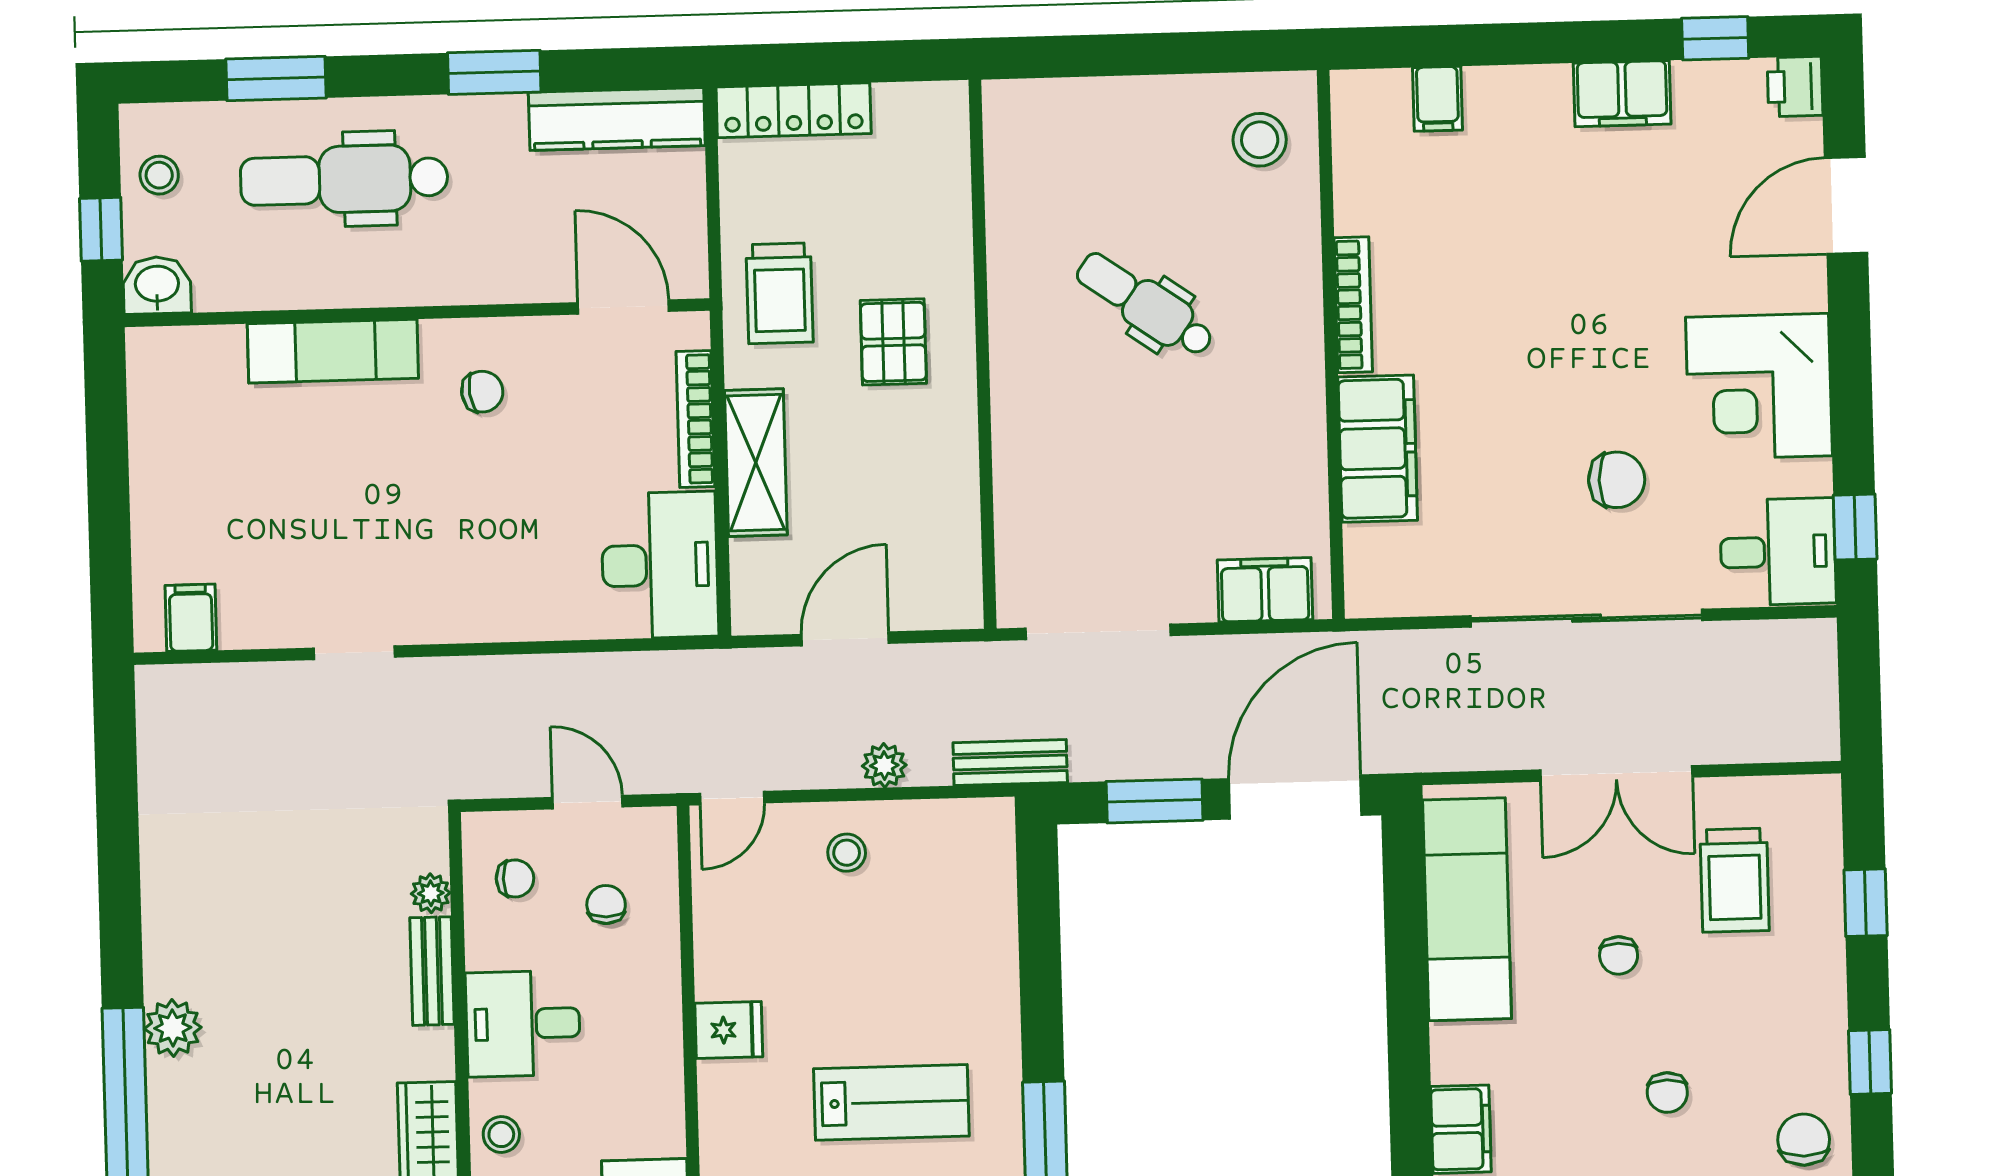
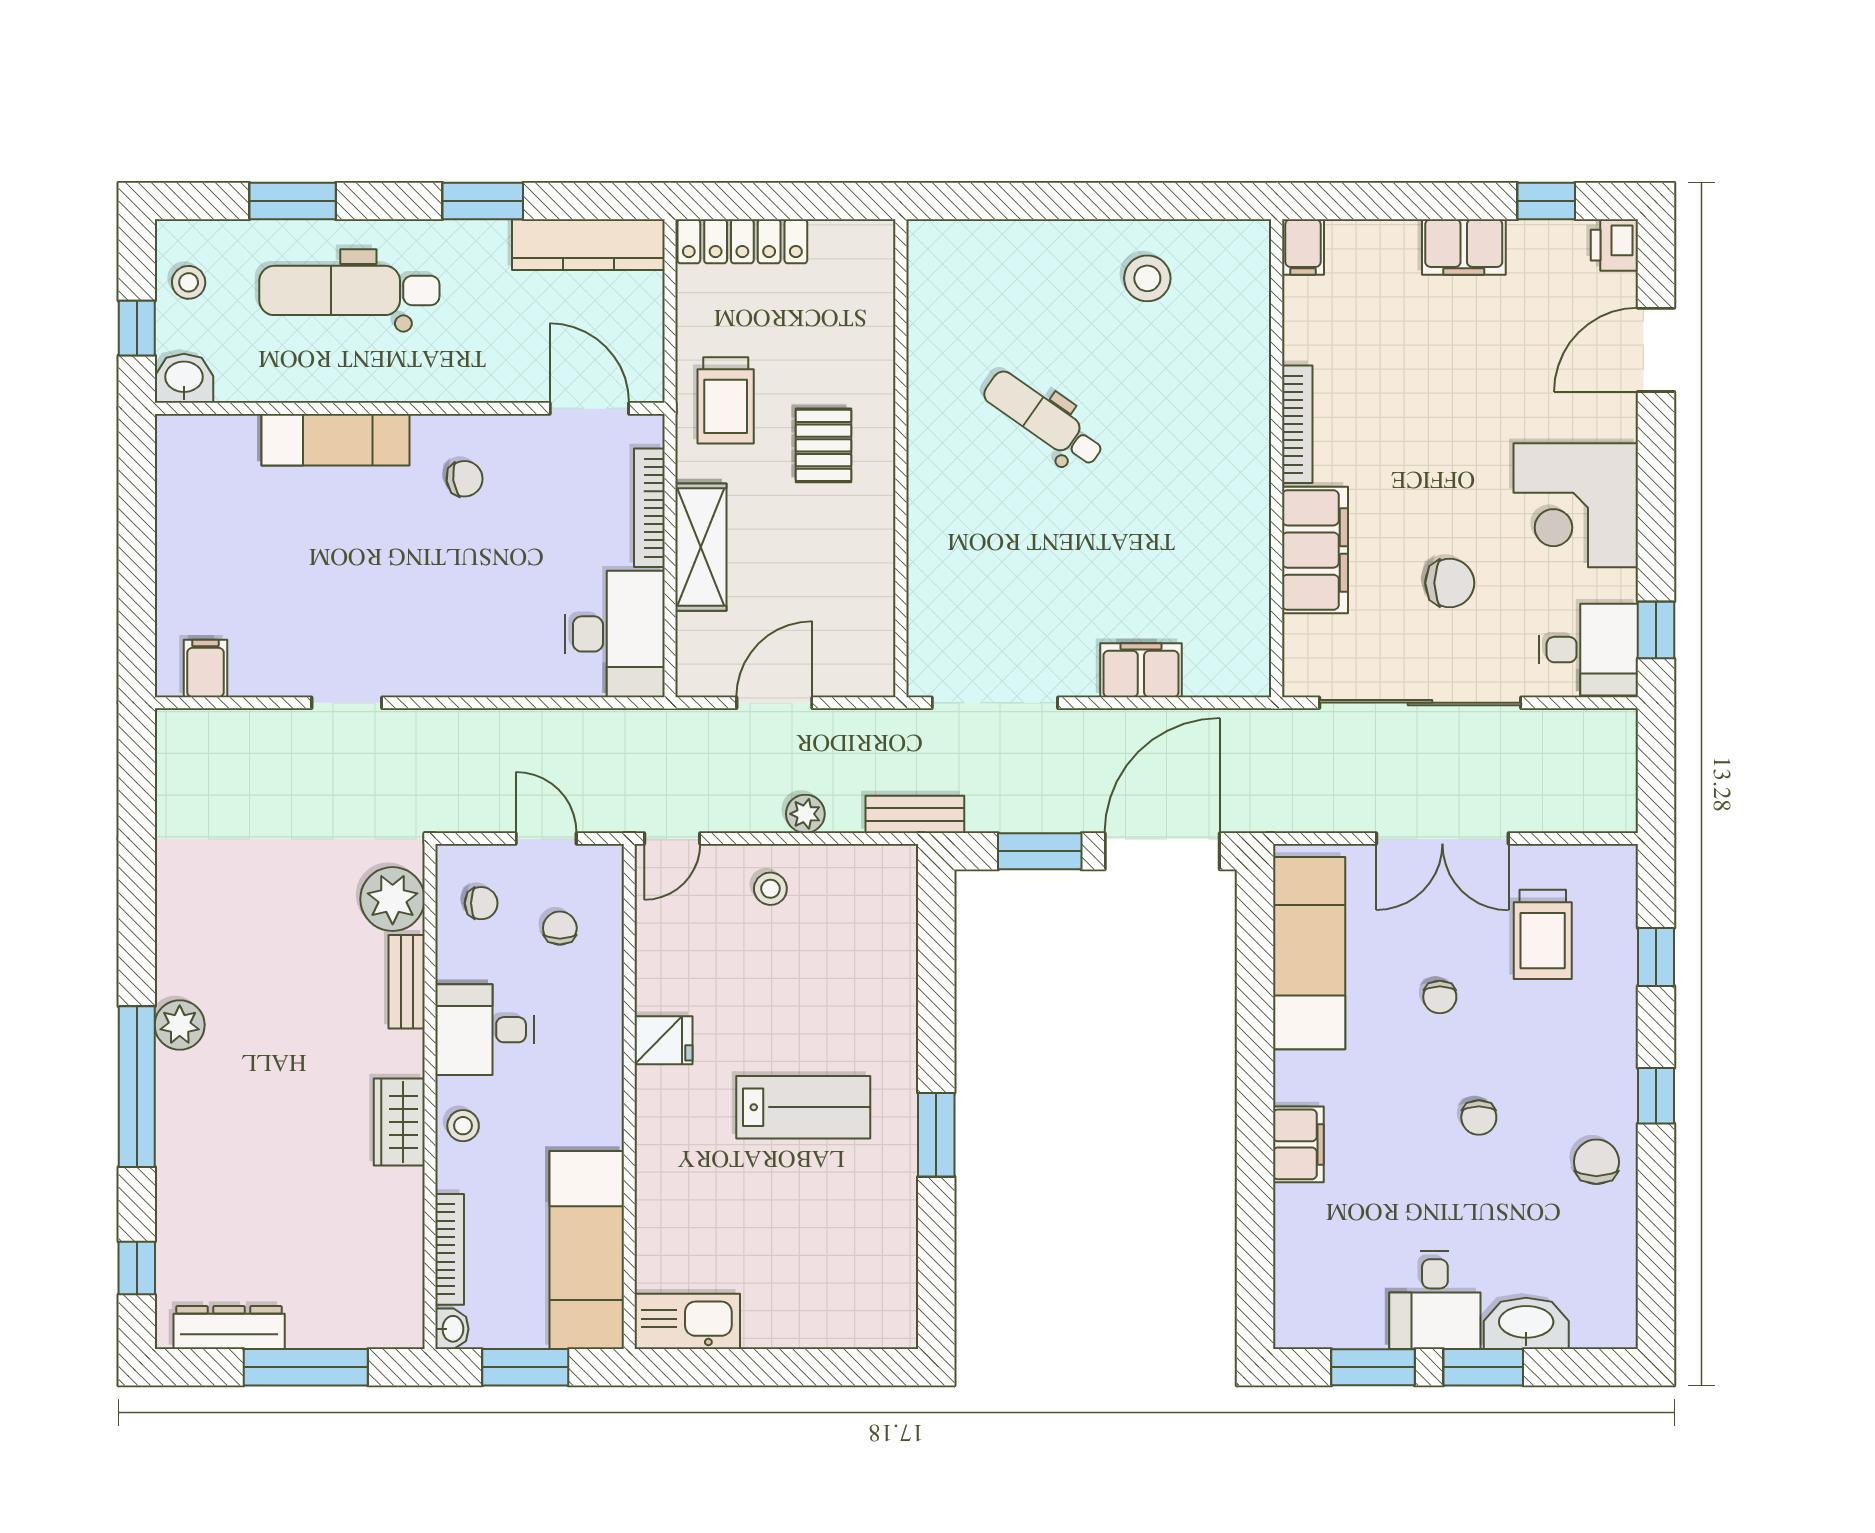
bookcase: (1353, 305) -> (1297, 424), moved
wall: (1331, 344) -> (1277, 458), moved
filing cabinet: (1378, 449) -> (1315, 550), moved
plant: (431, 893) -> (393, 899), width x1.87, depth x1.87

